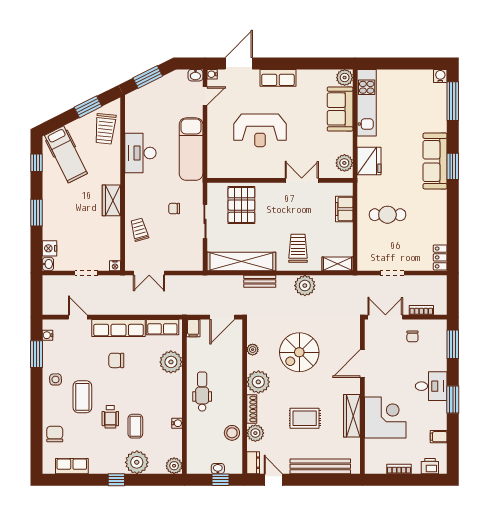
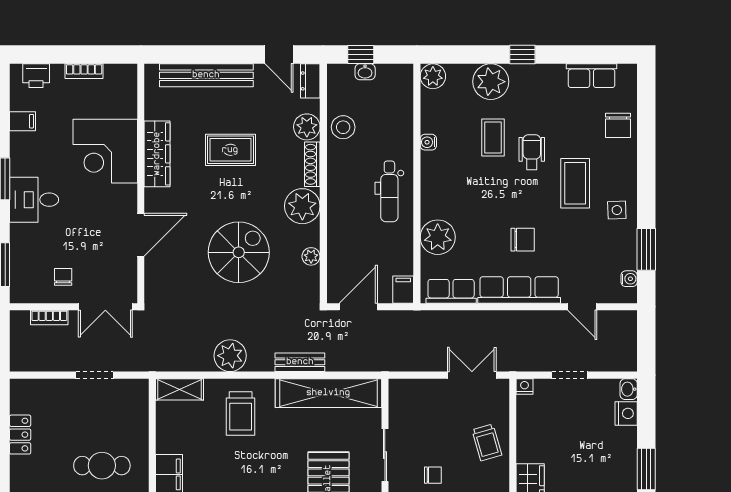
locker: (440, 257) -> (20, 435), moved

